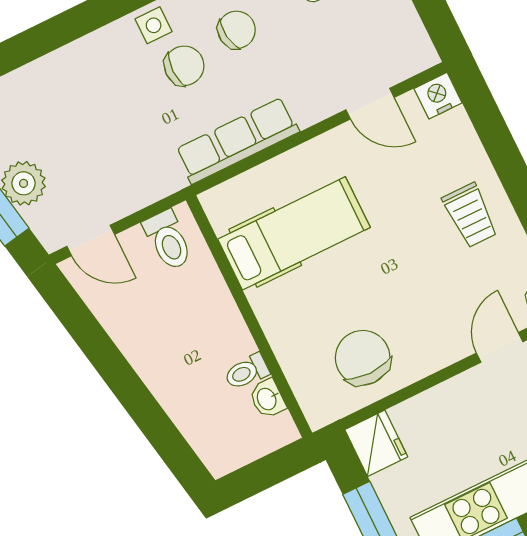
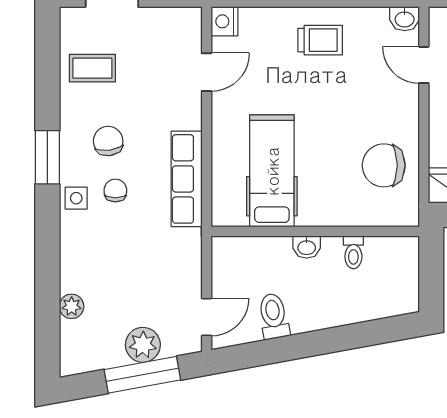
chair: (184, 66) -> (115, 191), width x0.73, depth x0.73
plant: (28, 80) -> (72, 306), added
toilet: (168, 240) -> (274, 316), moved, turned -100
washbasin: (267, 399) -> (307, 247), moved

